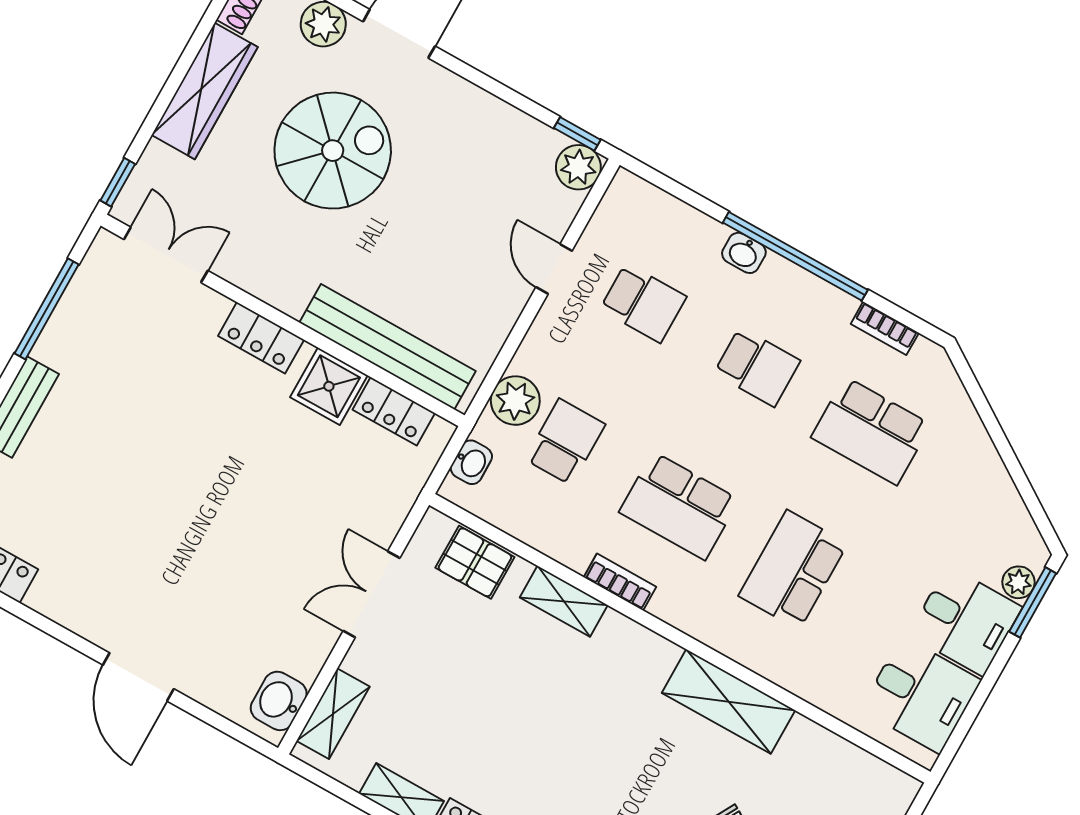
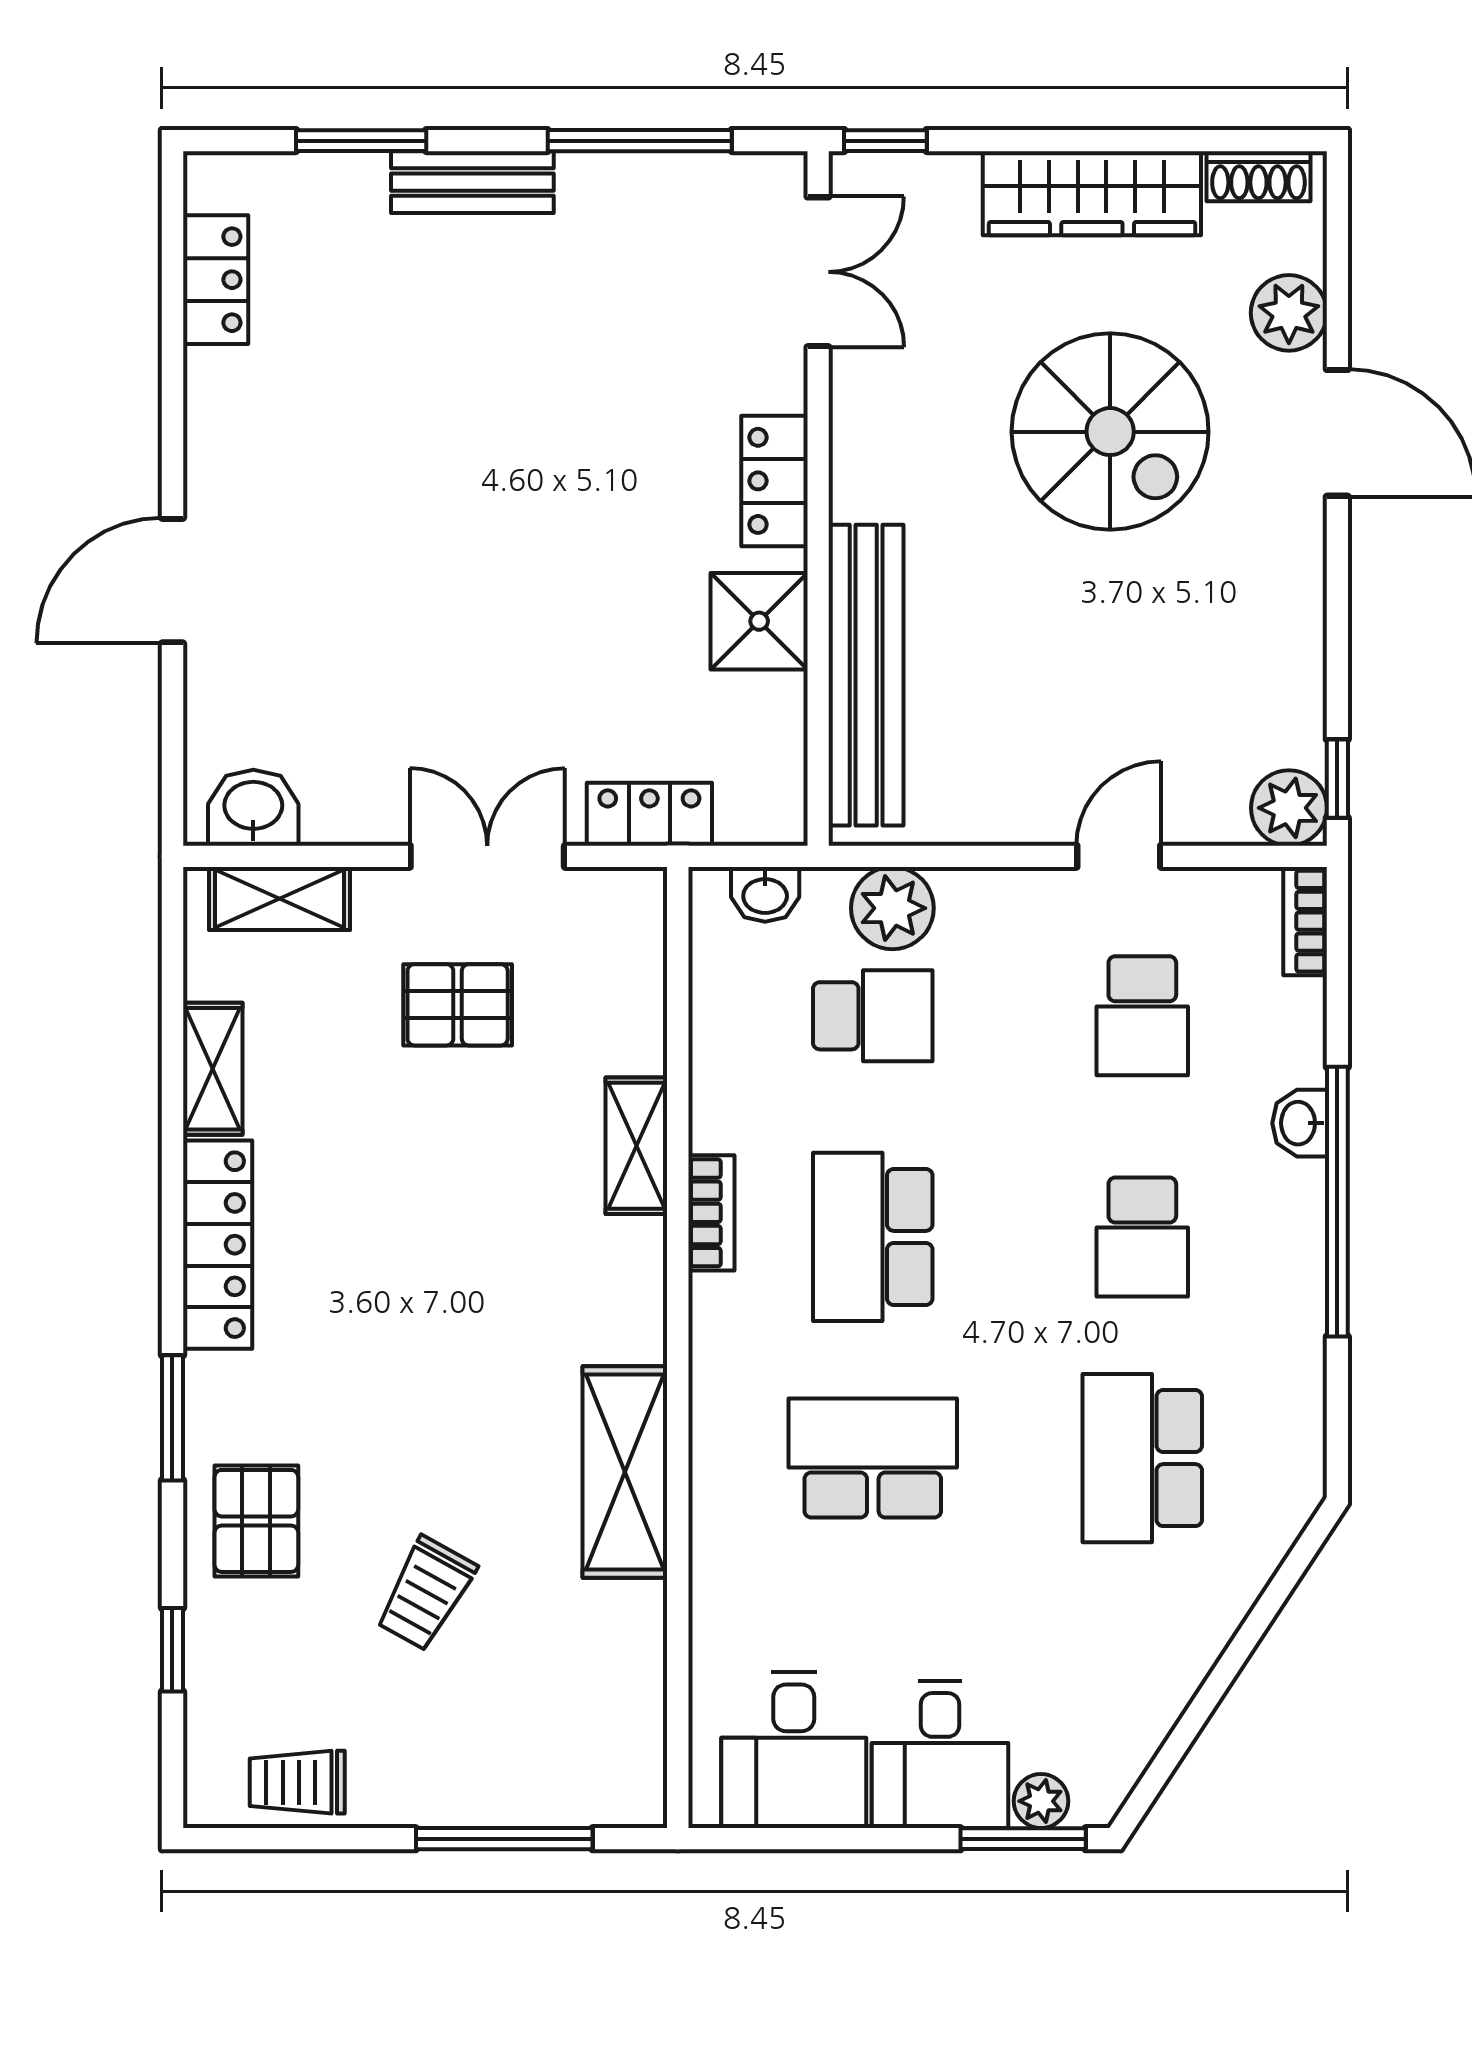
bookcase: (885, 328) -> (1305, 921), moved
locker: (394, 411) -> (649, 814), moved, turned 90
pallet: (475, 562) -> (458, 1005), moved, turned 90

